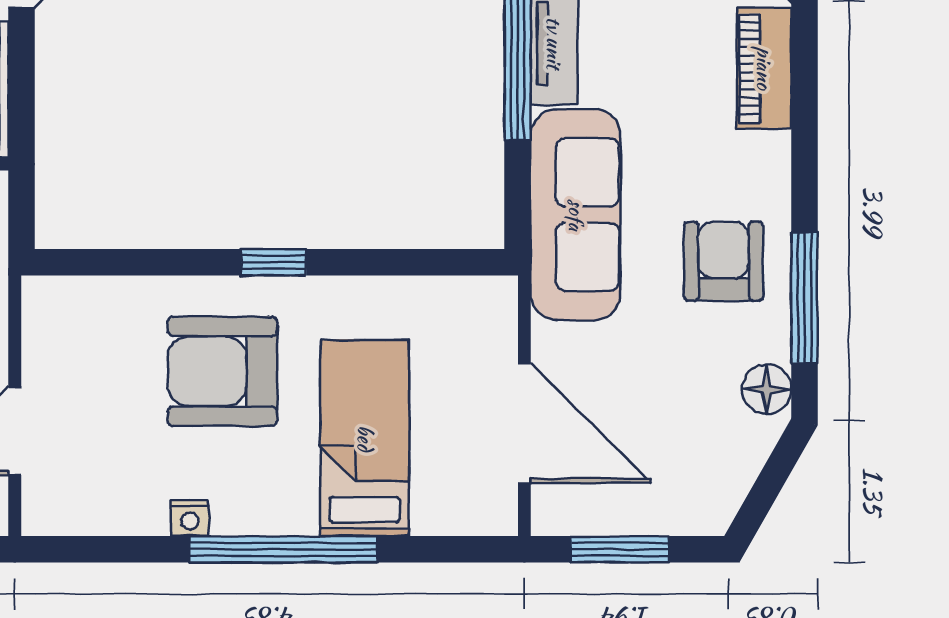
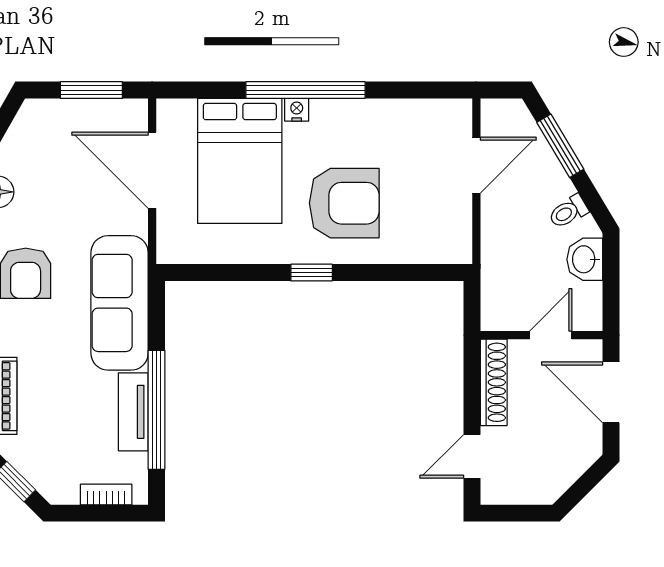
bed: (365, 438) -> (240, 161), width x1.50
nightstand: (190, 518) -> (297, 110), moved

